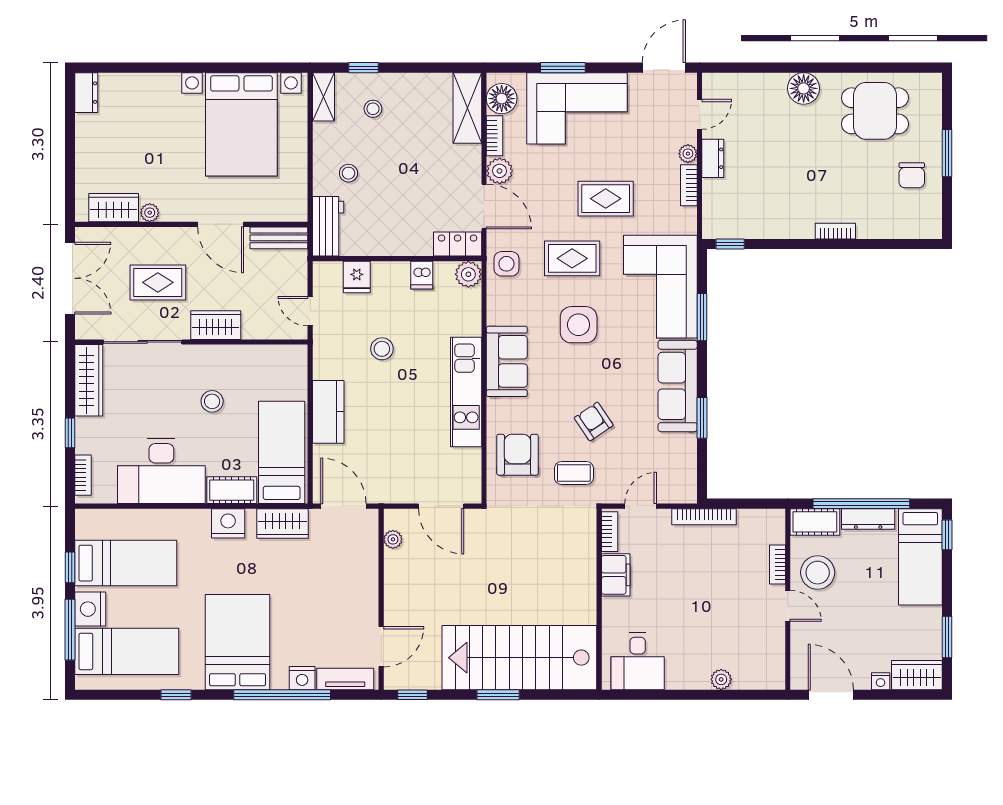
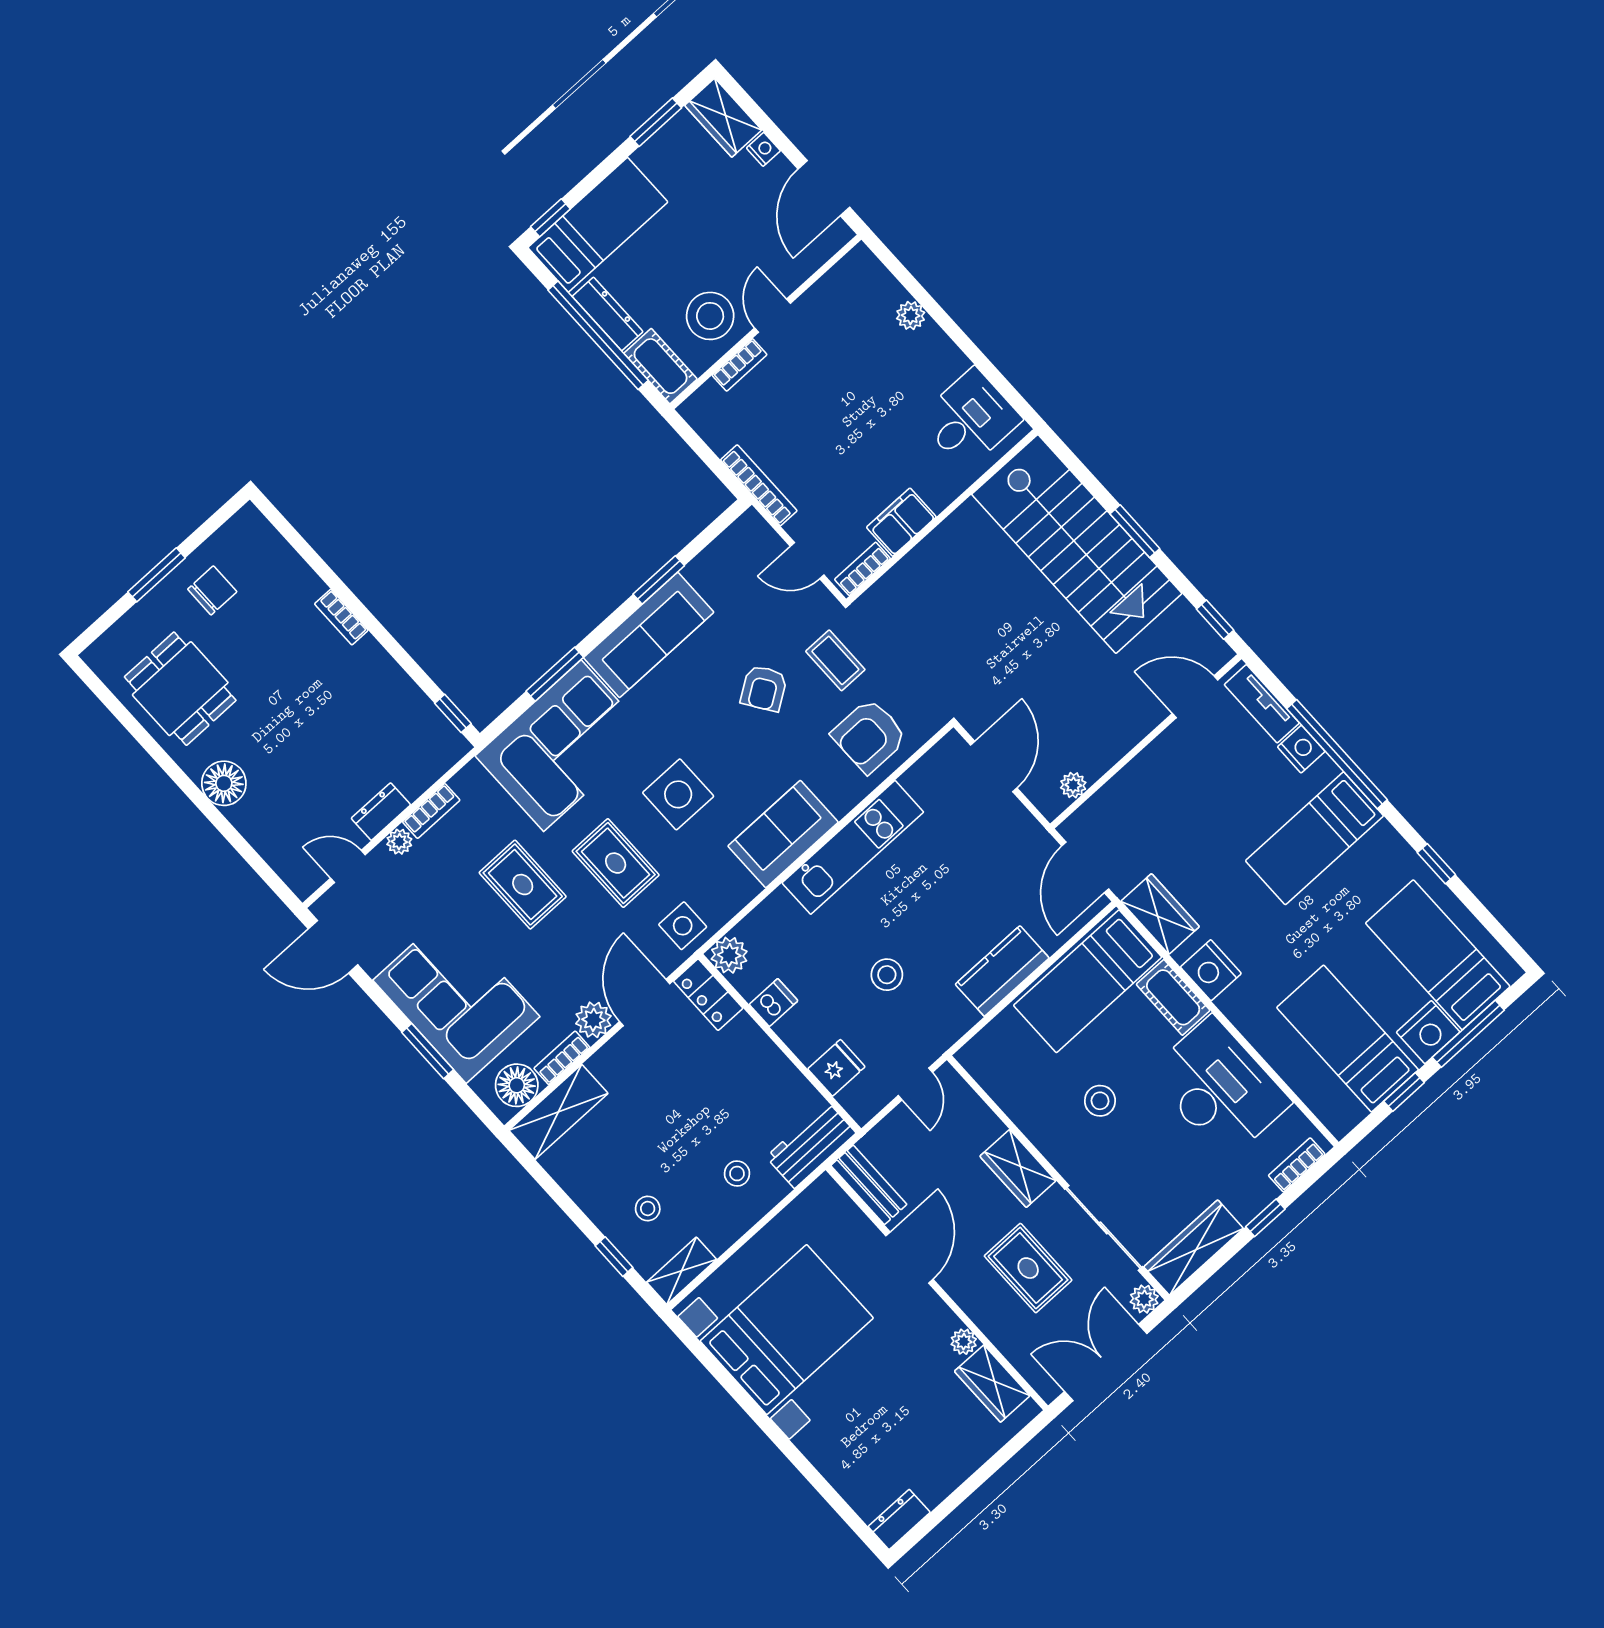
plant: (85, 329) -> (1144, 1299), added
bed: (238, 642) -> (1314, 838), width x0.67

